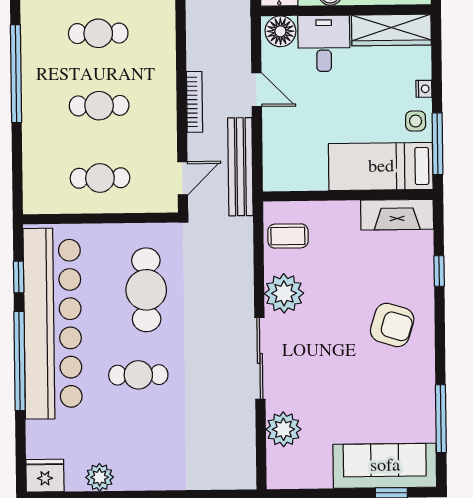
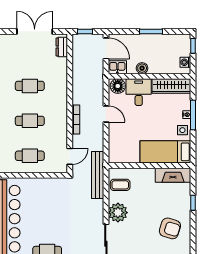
window: (438, 144) -> (193, 115), moved
bench: (240, 167) -> (98, 175), moved
cafe table: (146, 290) -> (51, 210), removed

